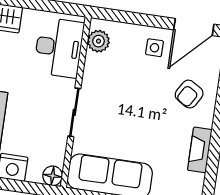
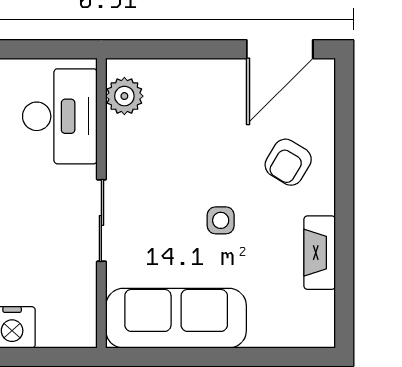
side table: (155, 48) -> (221, 220), moved
floor lamp: (53, 176) -> (81, 332), removed

